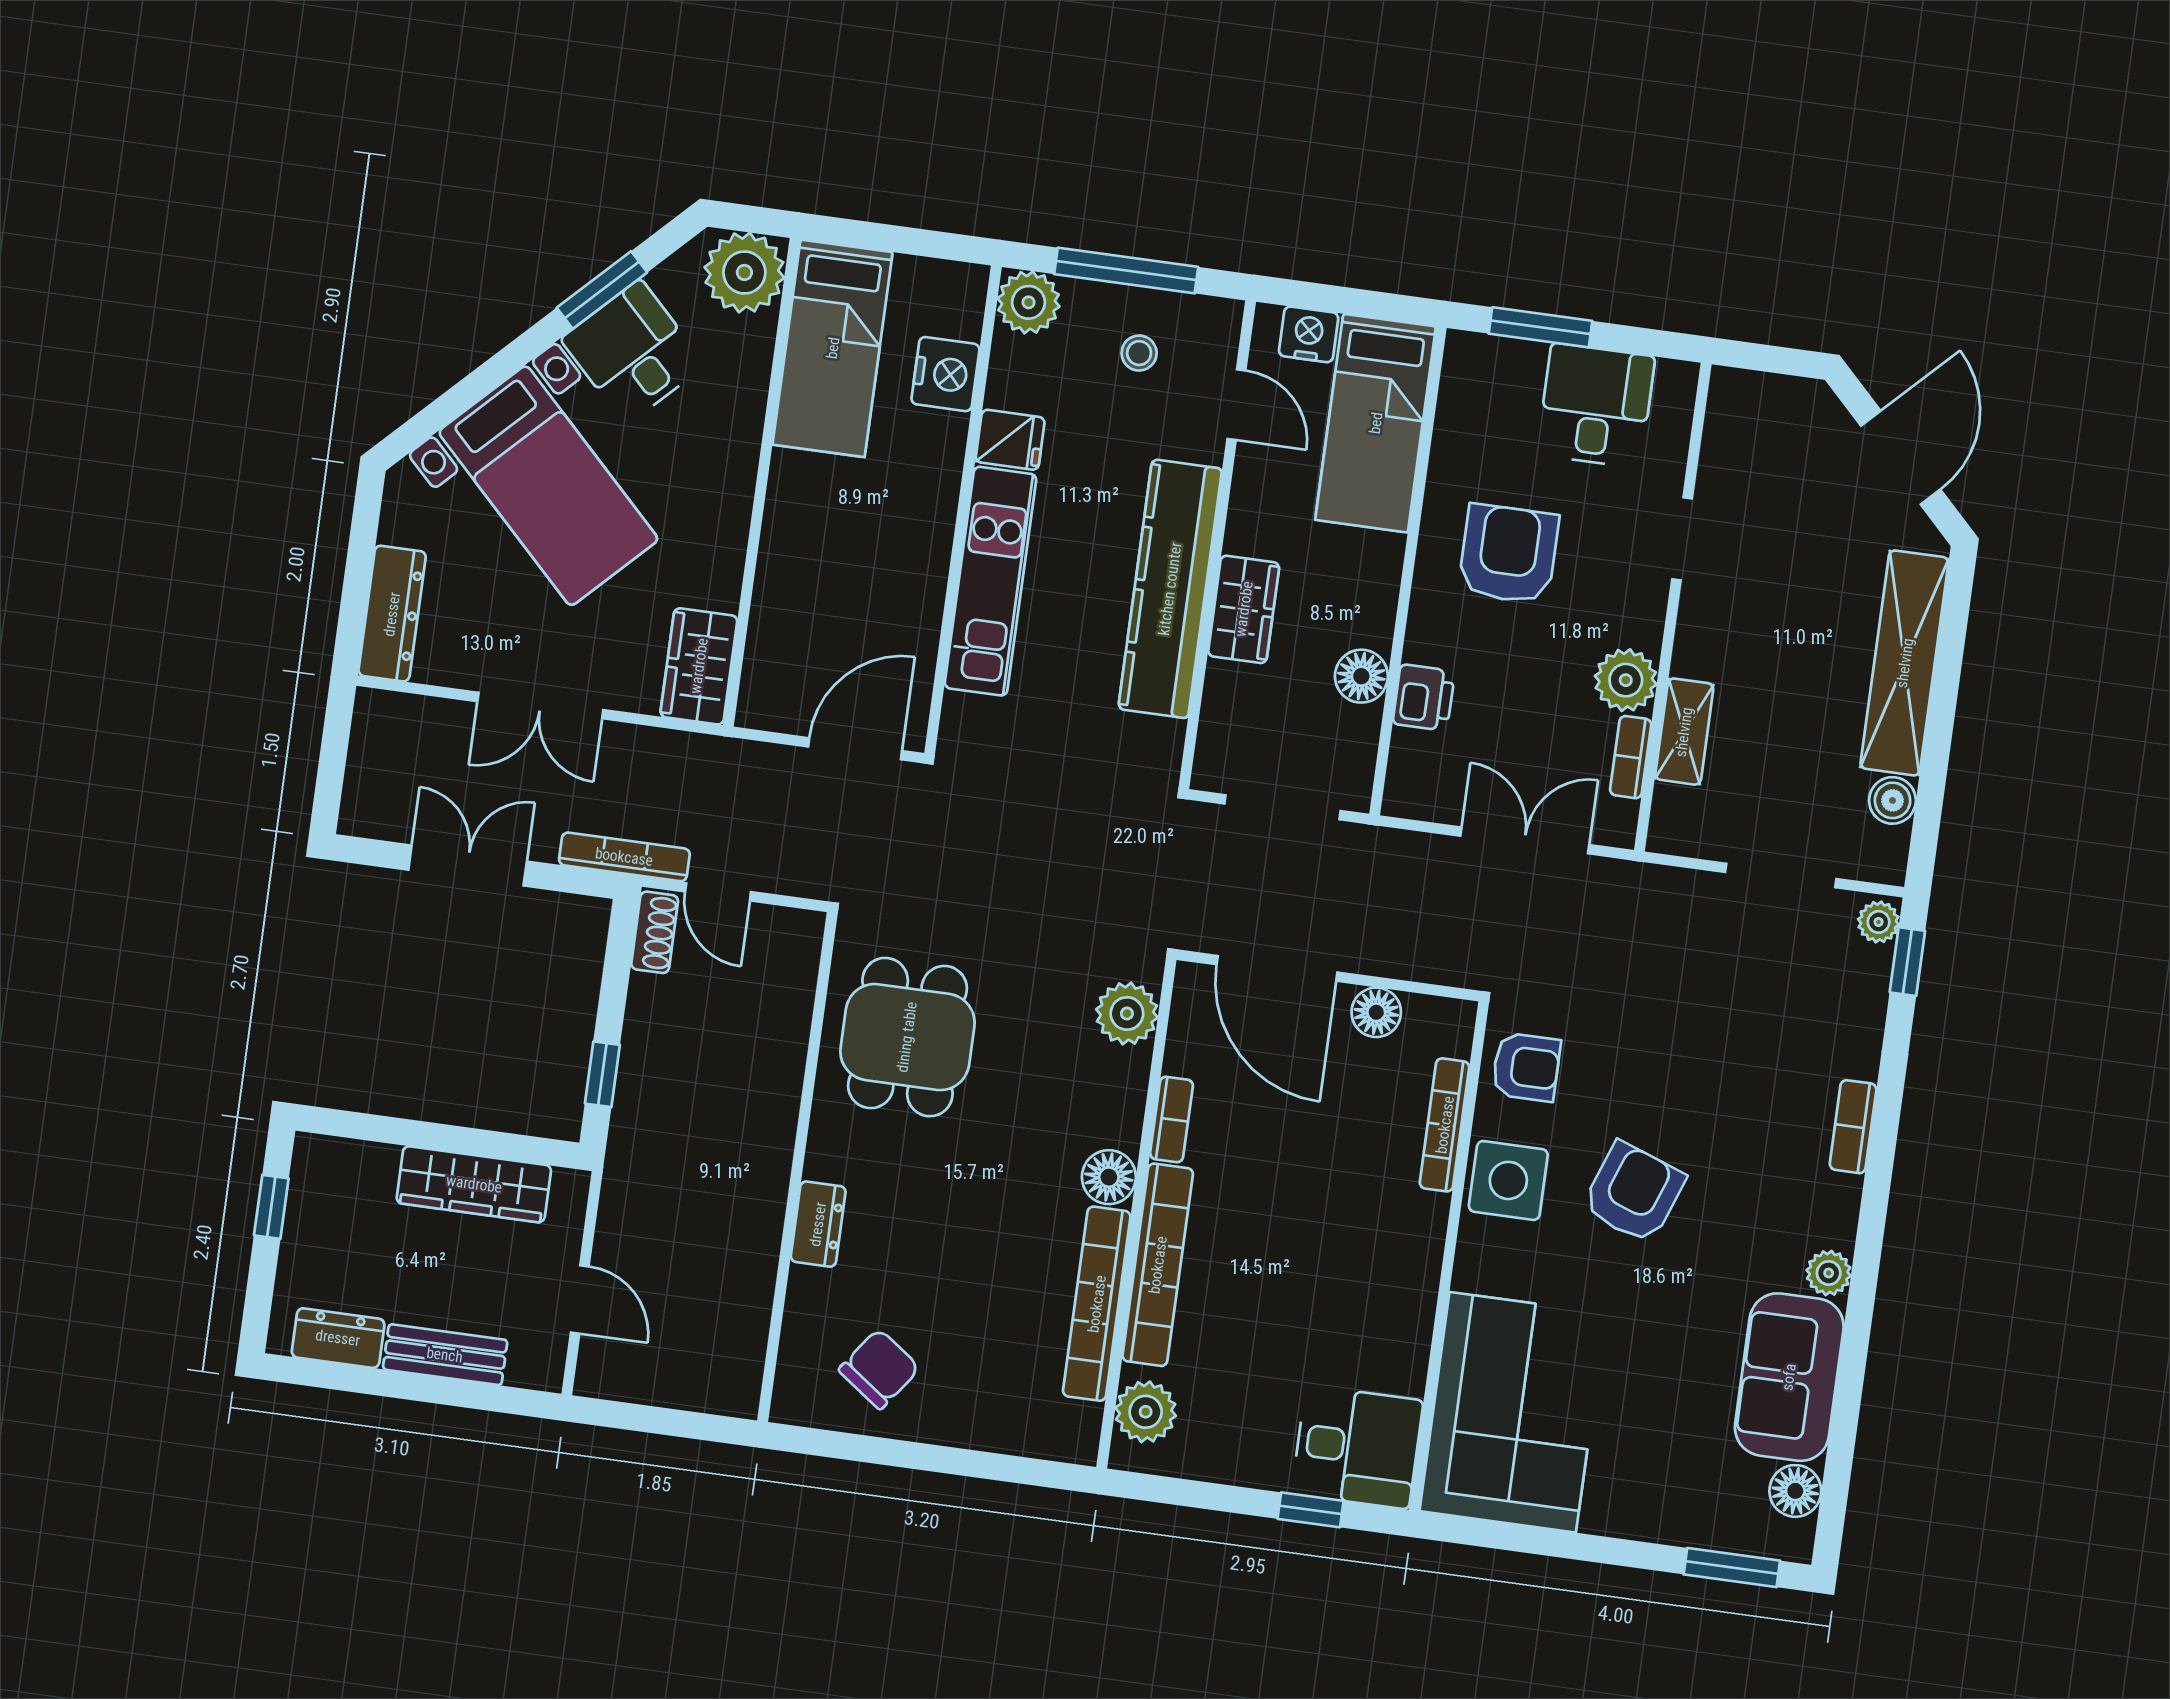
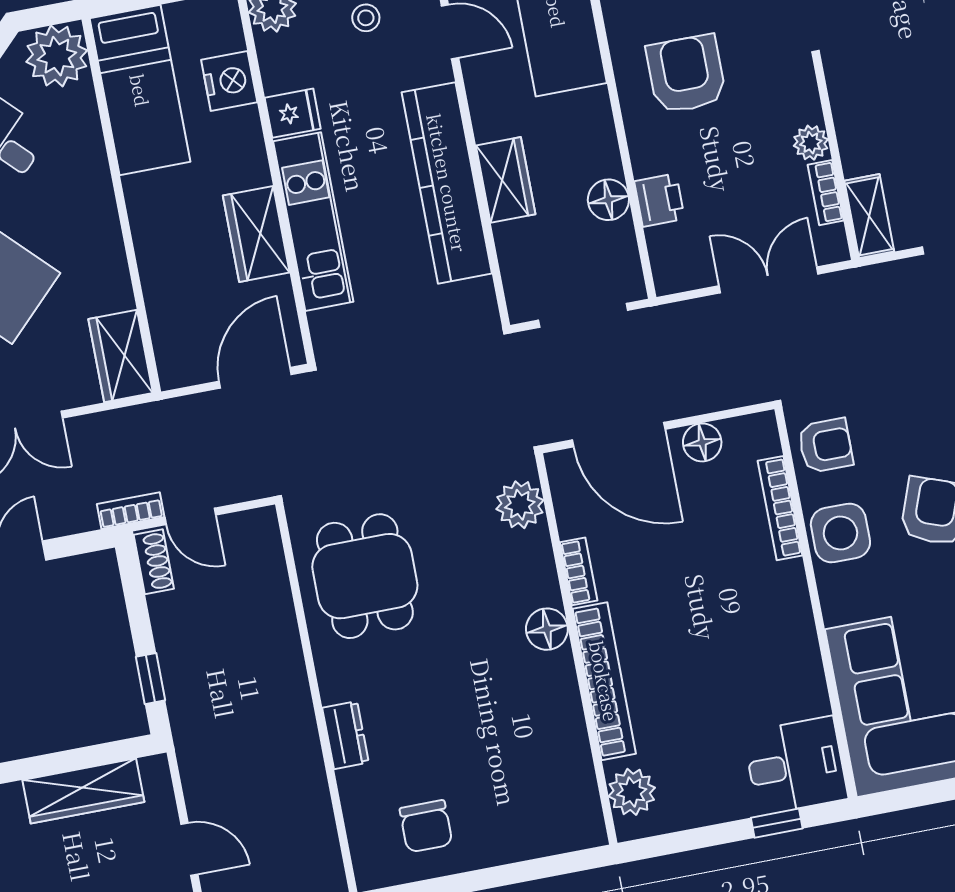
wardrobe: (916, 573) -> (256, 234), added
plant: (1626, 680) -> (811, 143), width x0.73, depth x0.73
shelving: (1684, 732) -> (869, 216), moved
bookcase: (624, 857) -> (131, 511), width x0.64
bookcase: (1097, 1304) -> (569, 725), removed
chair: (879, 1369) -> (426, 826), turned 144

